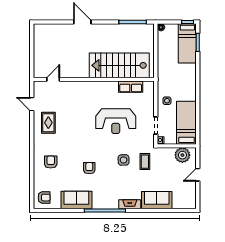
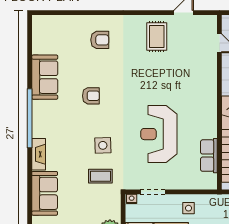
rug: (48, 123) -> (157, 37), turned 90
armchair: (44, 198) -> (48, 30), removed

